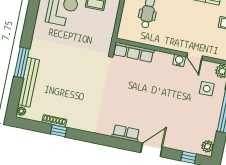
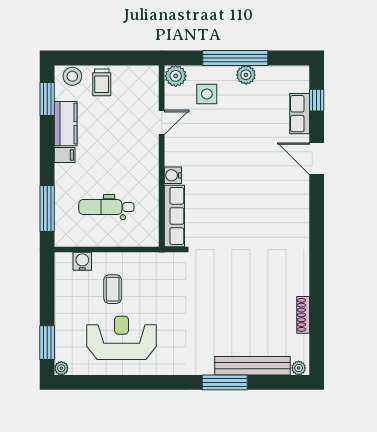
water cooler: (179, 61) -> (173, 175), moved
window: (59, 131) -> (317, 305), removed
row of seats: (126, 133) -> (300, 114), moved
plant: (208, 146) -> (246, 75), moved

